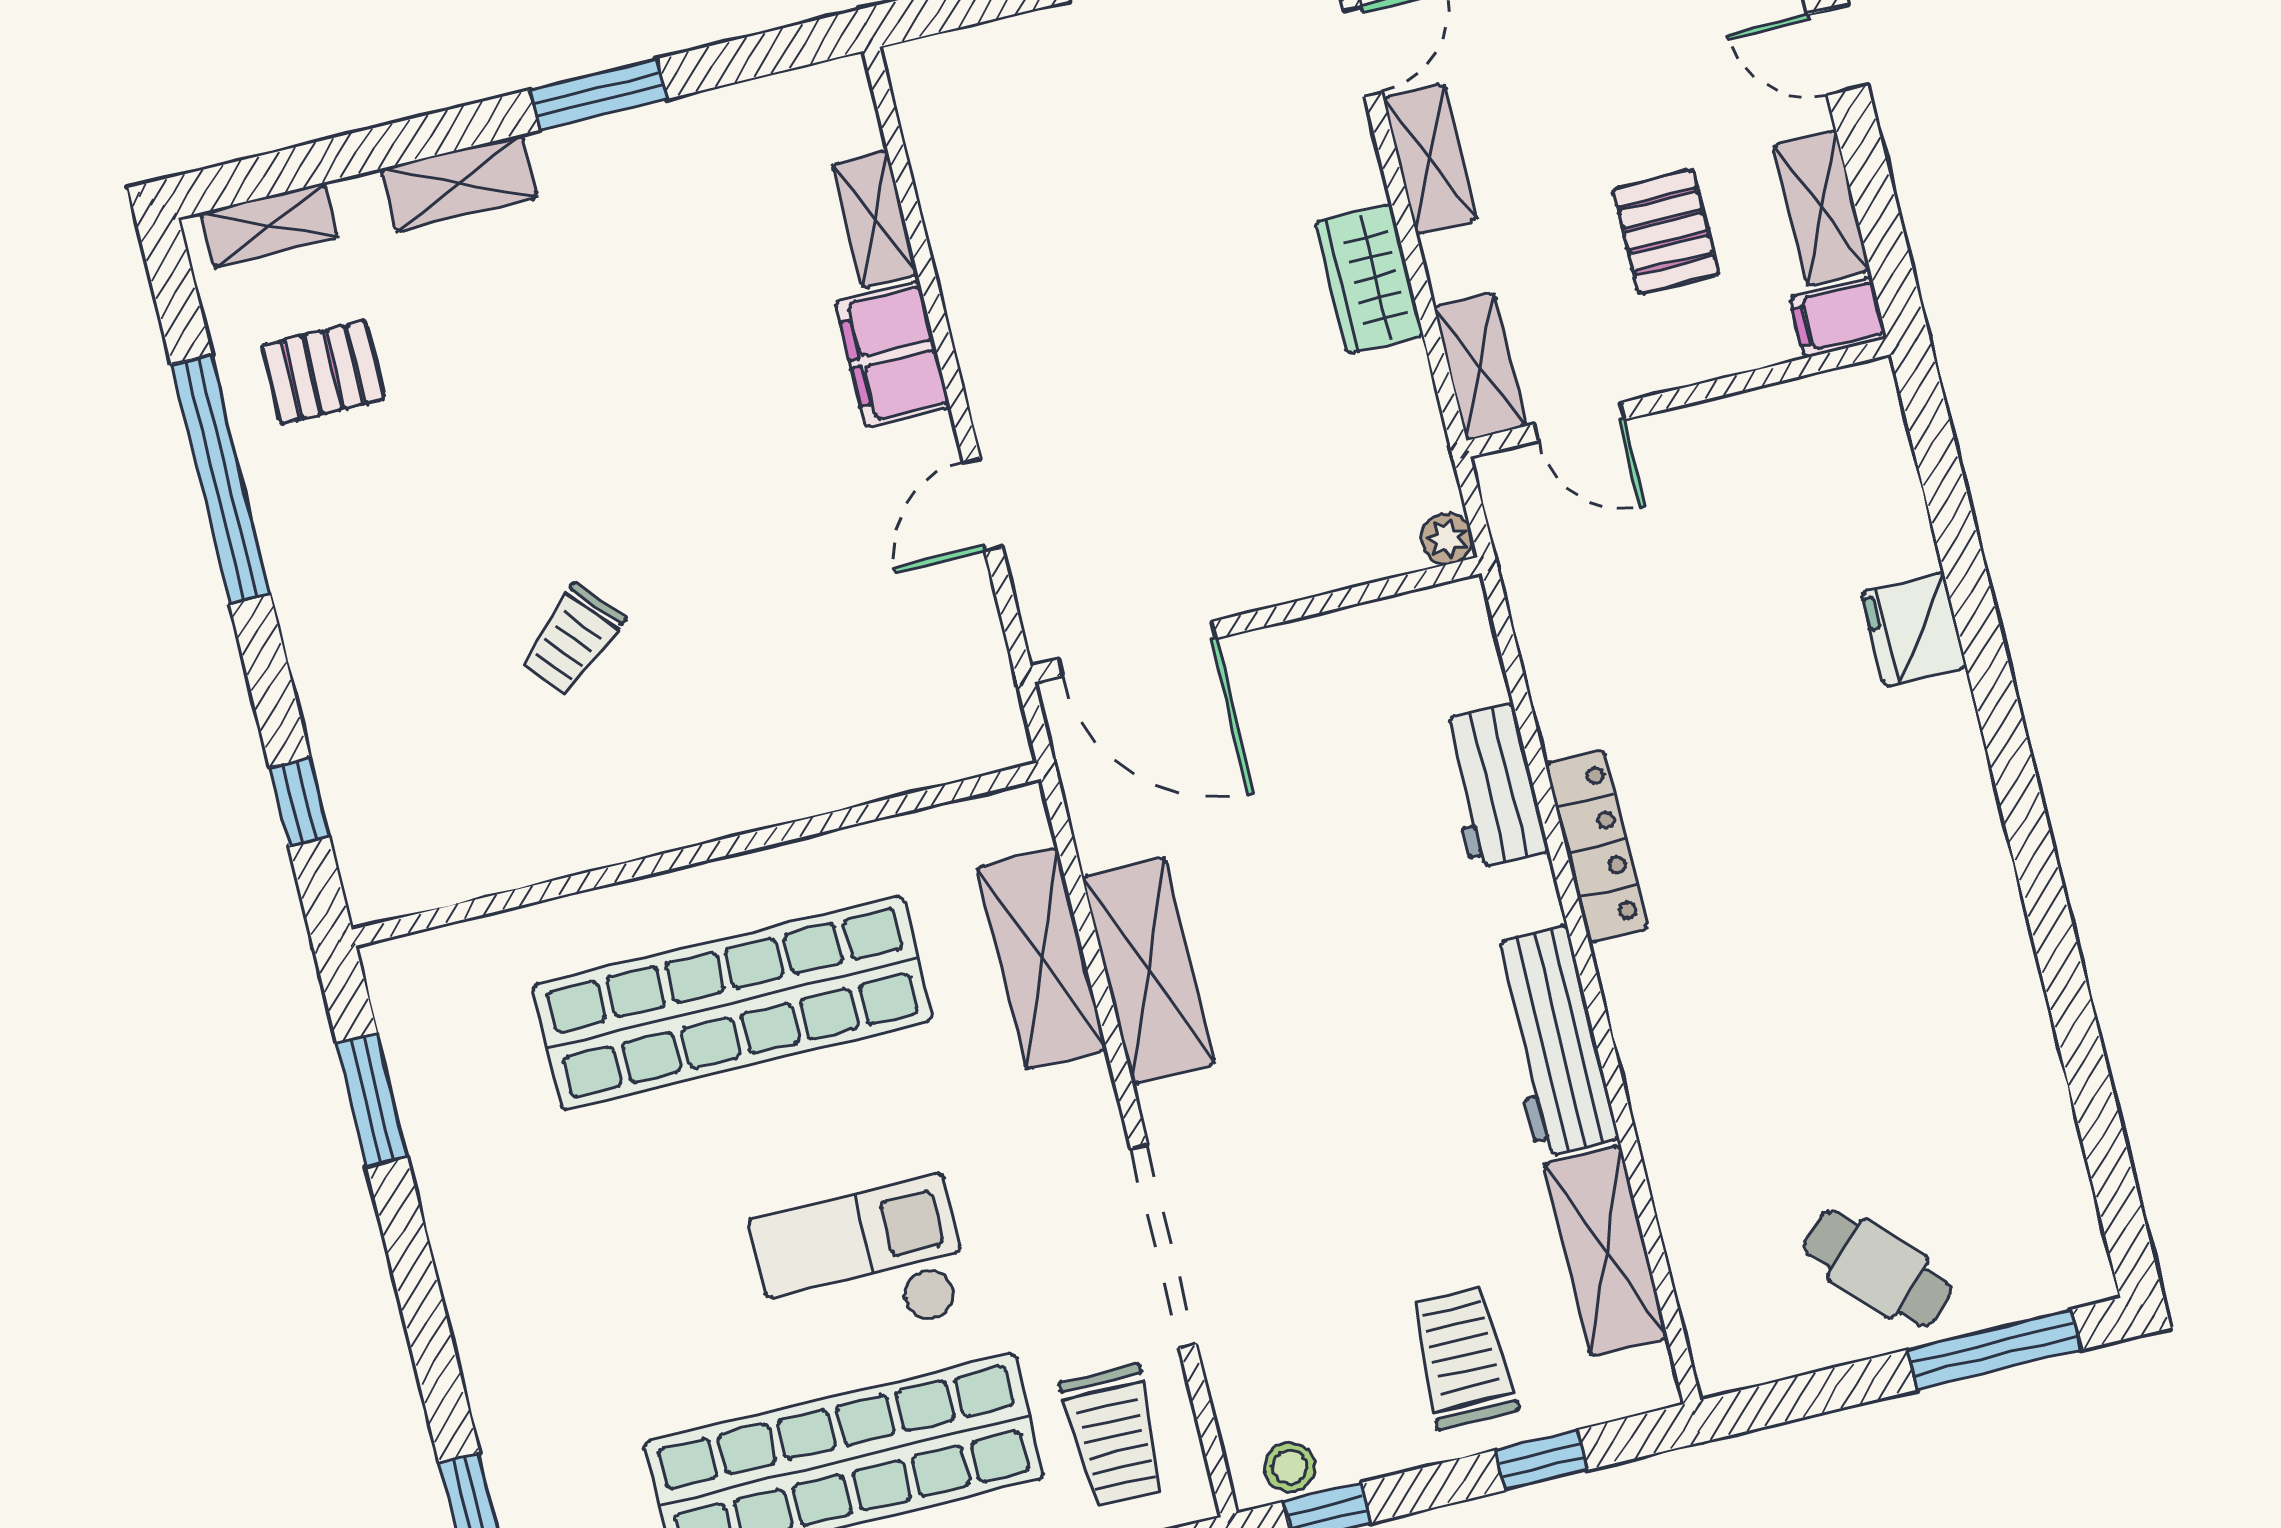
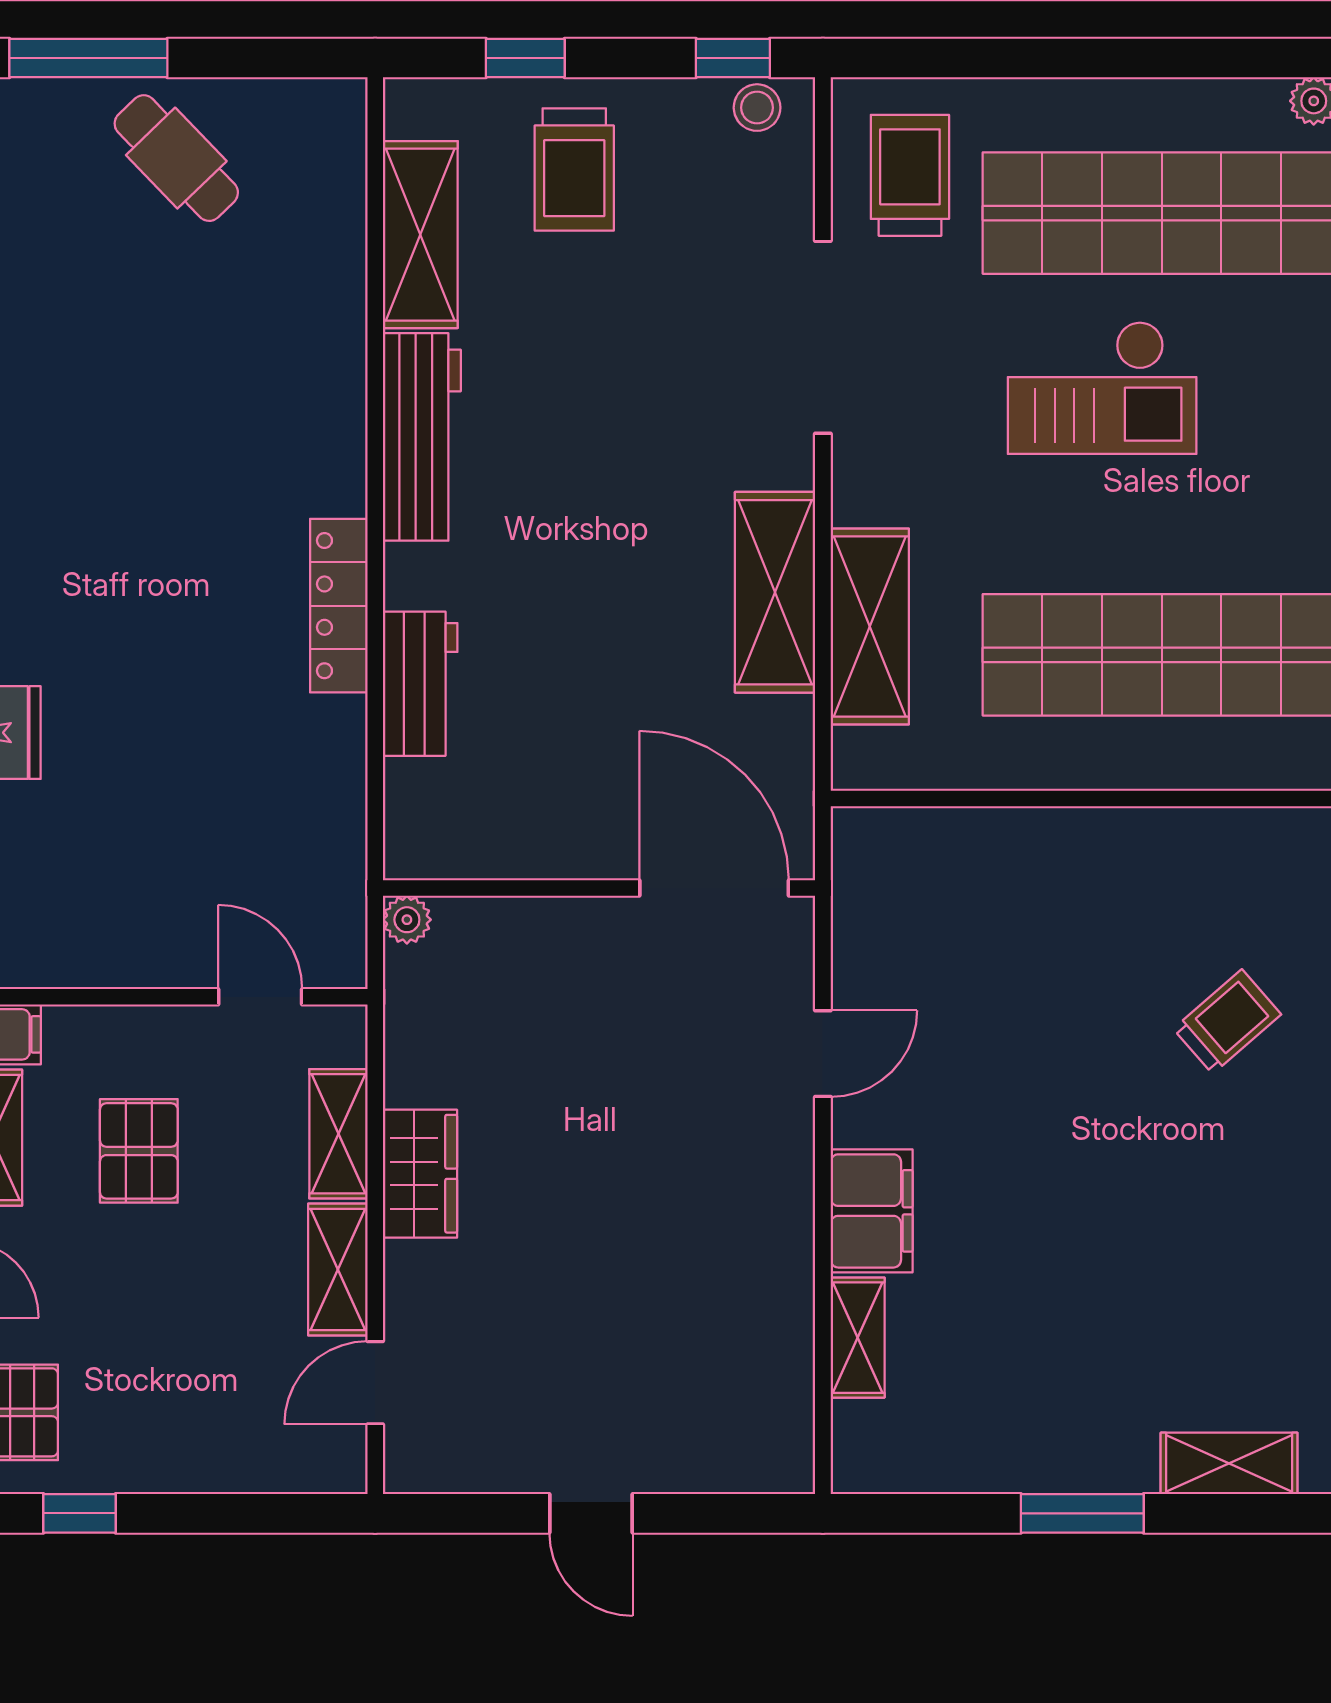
shelving: (1480, 367) -> (338, 1134), moved

